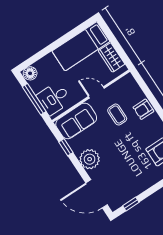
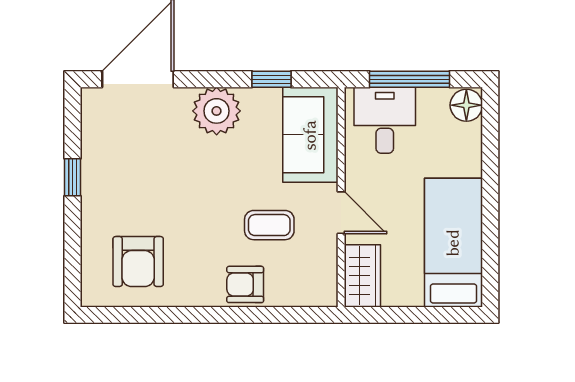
wardrobe: (112, 57) -> (362, 276), moved, turned 90
door: (96, 92) -> (341, 213), hinge flipped
armchair: (143, 109) -> (245, 284), turned -90
window: (131, 204) -> (73, 177), moved

